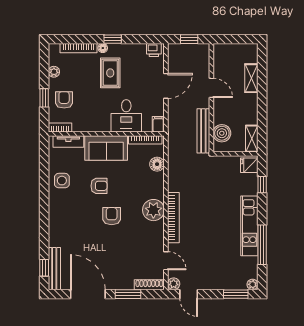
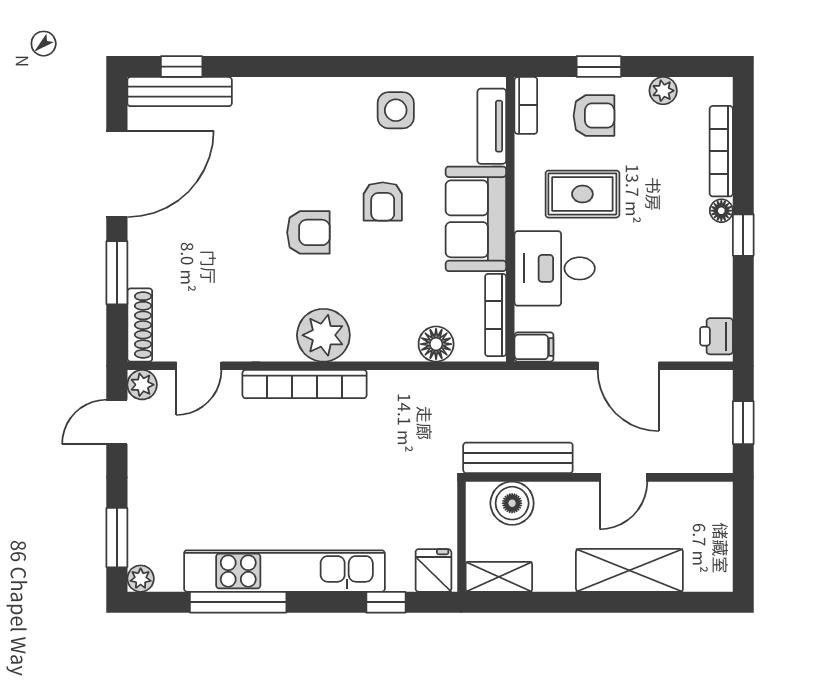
rug: (110, 73) -> (582, 194), moved
shelving: (251, 78) -> (629, 570), width x1.50, depth x1.33
kitchen unit: (249, 226) -> (284, 571), width x1.36

